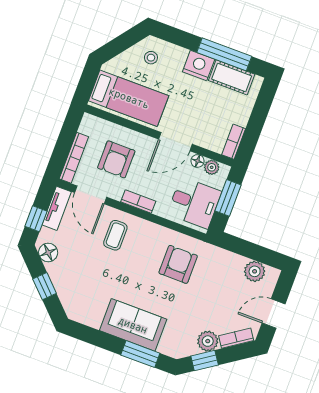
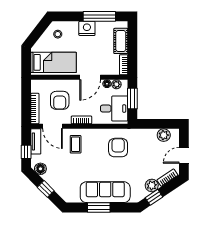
cot: (232, 77) -> (121, 41), moved, turned 90
sofa: (133, 325) -> (105, 192), width x1.36
window: (140, 354) -> (99, 208), moved

